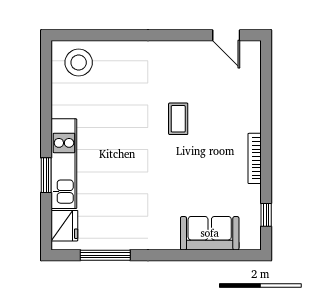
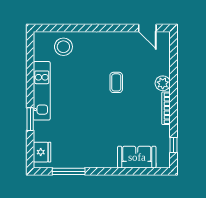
stool: (79, 62) -> (63, 47), moved
plant: (250, 120) -> (163, 83), added
kitchen unit: (64, 164) -> (42, 91), moved

